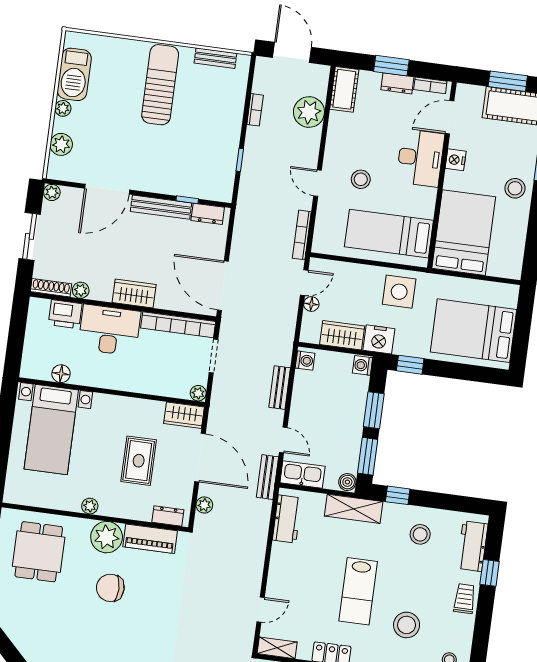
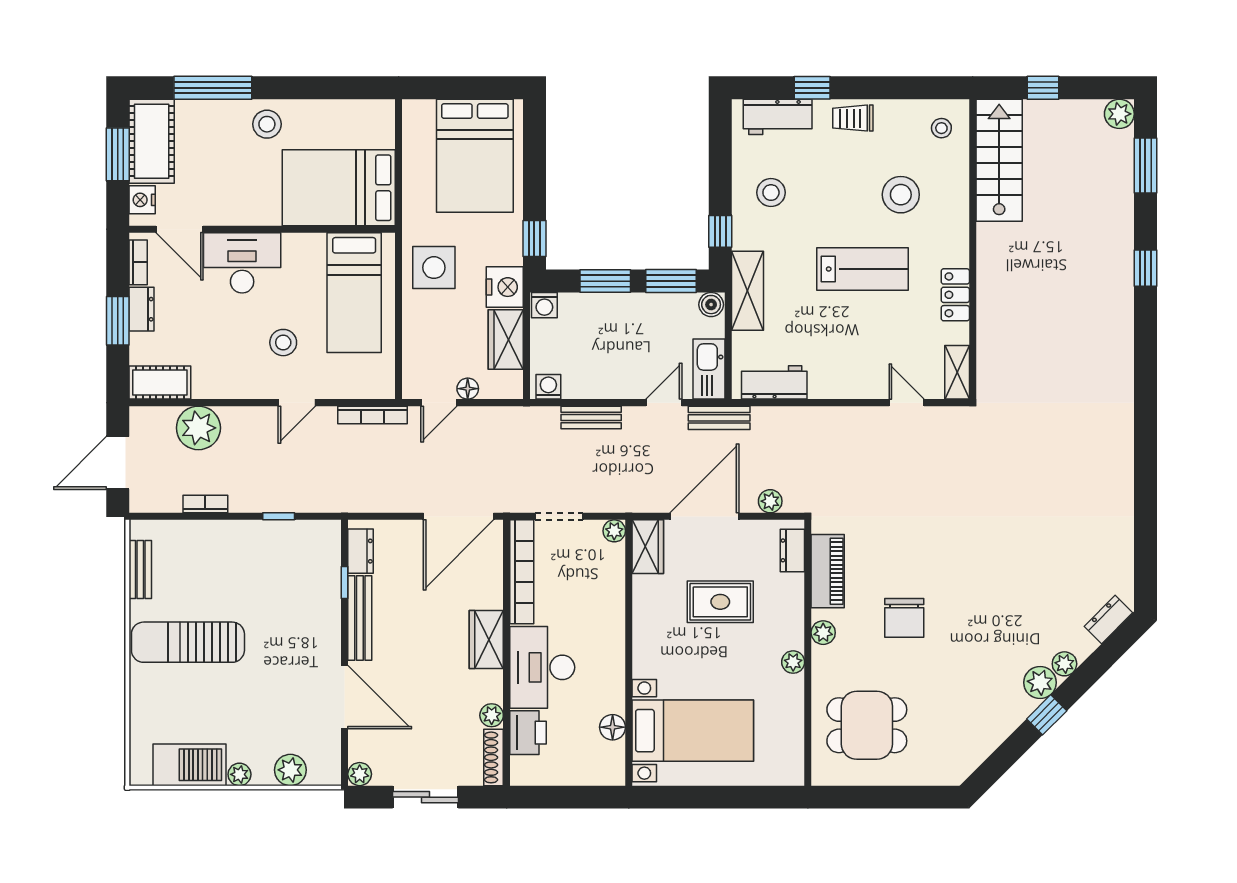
nightstand: (456, 160) -> (142, 200), moved, turned 90
door: (304, 283) -> (439, 403), swing flipped
plant: (107, 537) -> (823, 633), width x0.53, depth x0.53

